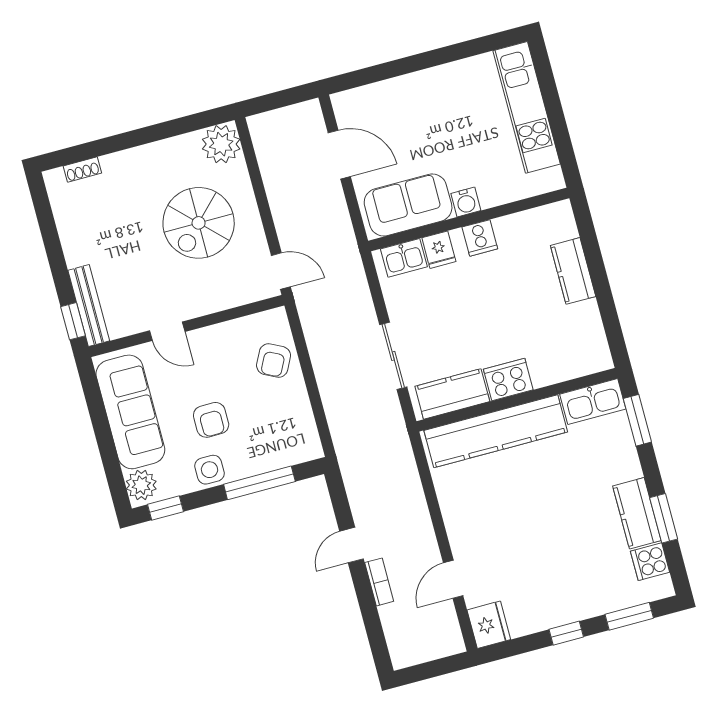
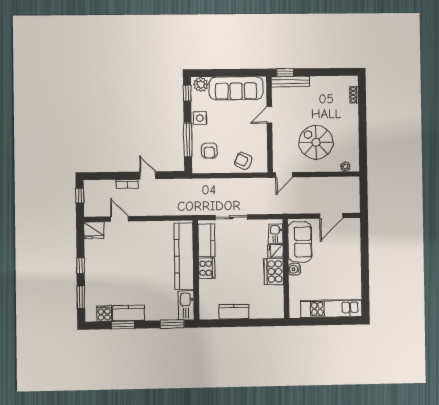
plant: (221, 144) -> (345, 167), width x0.53, depth x0.53
cooker: (480, 238) -> (274, 272), width x1.87, depth x1.31
kitchen counter: (573, 271) -> (234, 312), moved
armchair: (211, 420) -> (209, 151), moved, turned -90
window: (427, 671) -> (80, 196), added

